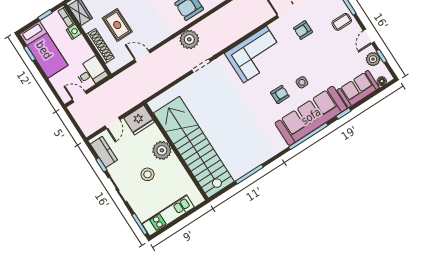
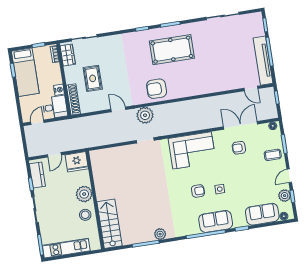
nightstand: (74, 32) -> (59, 90), moved
shoe rack: (100, 46) -> (73, 99), moved
door: (142, 56) -> (118, 109), moved
door: (79, 97) -> (37, 122), hinge flipped
sofa: (311, 116) -> (216, 221), width x0.54, depth x0.79
stairs: (194, 147) -> (109, 224), width x0.54, depth x0.66
plant: (260, 157) -> (160, 234), added
stool: (148, 174) -> (85, 215), moved

